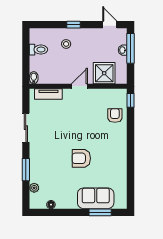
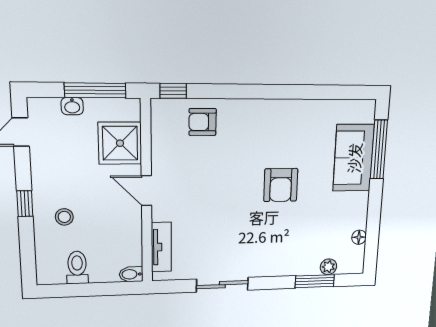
window: (130, 48) -> (95, 90), moved
window: (26, 170) -> (315, 281), moved
window: (100, 212) -> (379, 150), width x1.44

